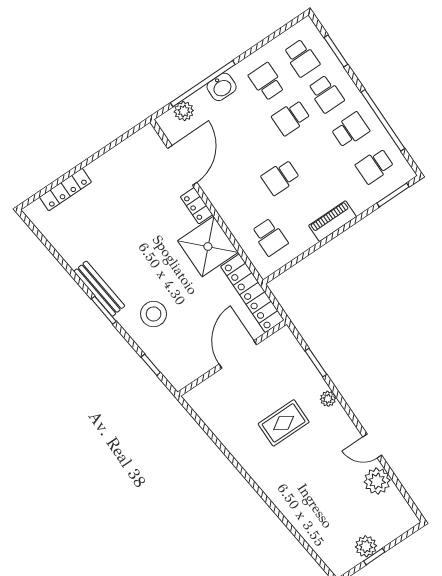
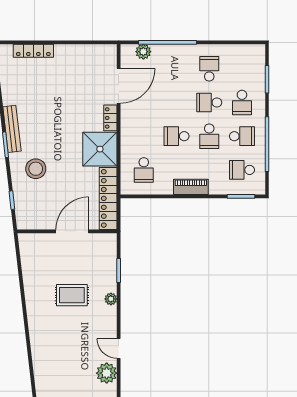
school desk: (302, 58) -> (209, 136), moved
washbasin: (222, 87) -> (178, 53), removed

